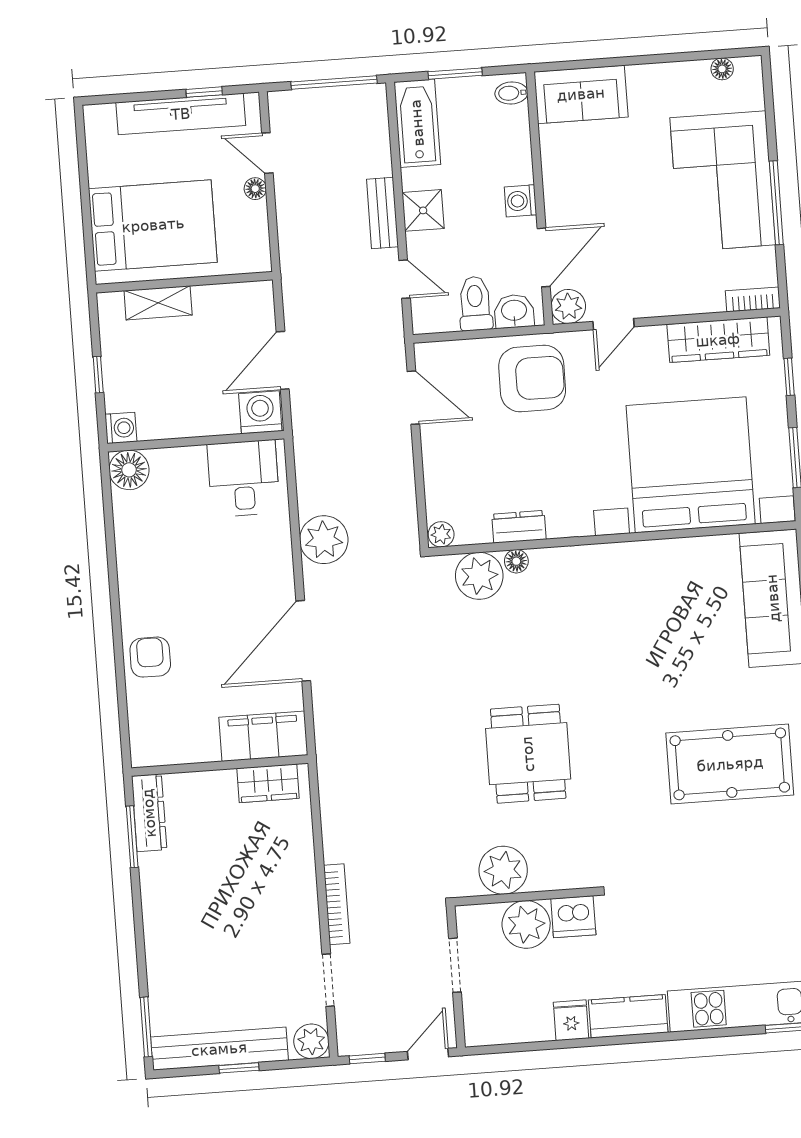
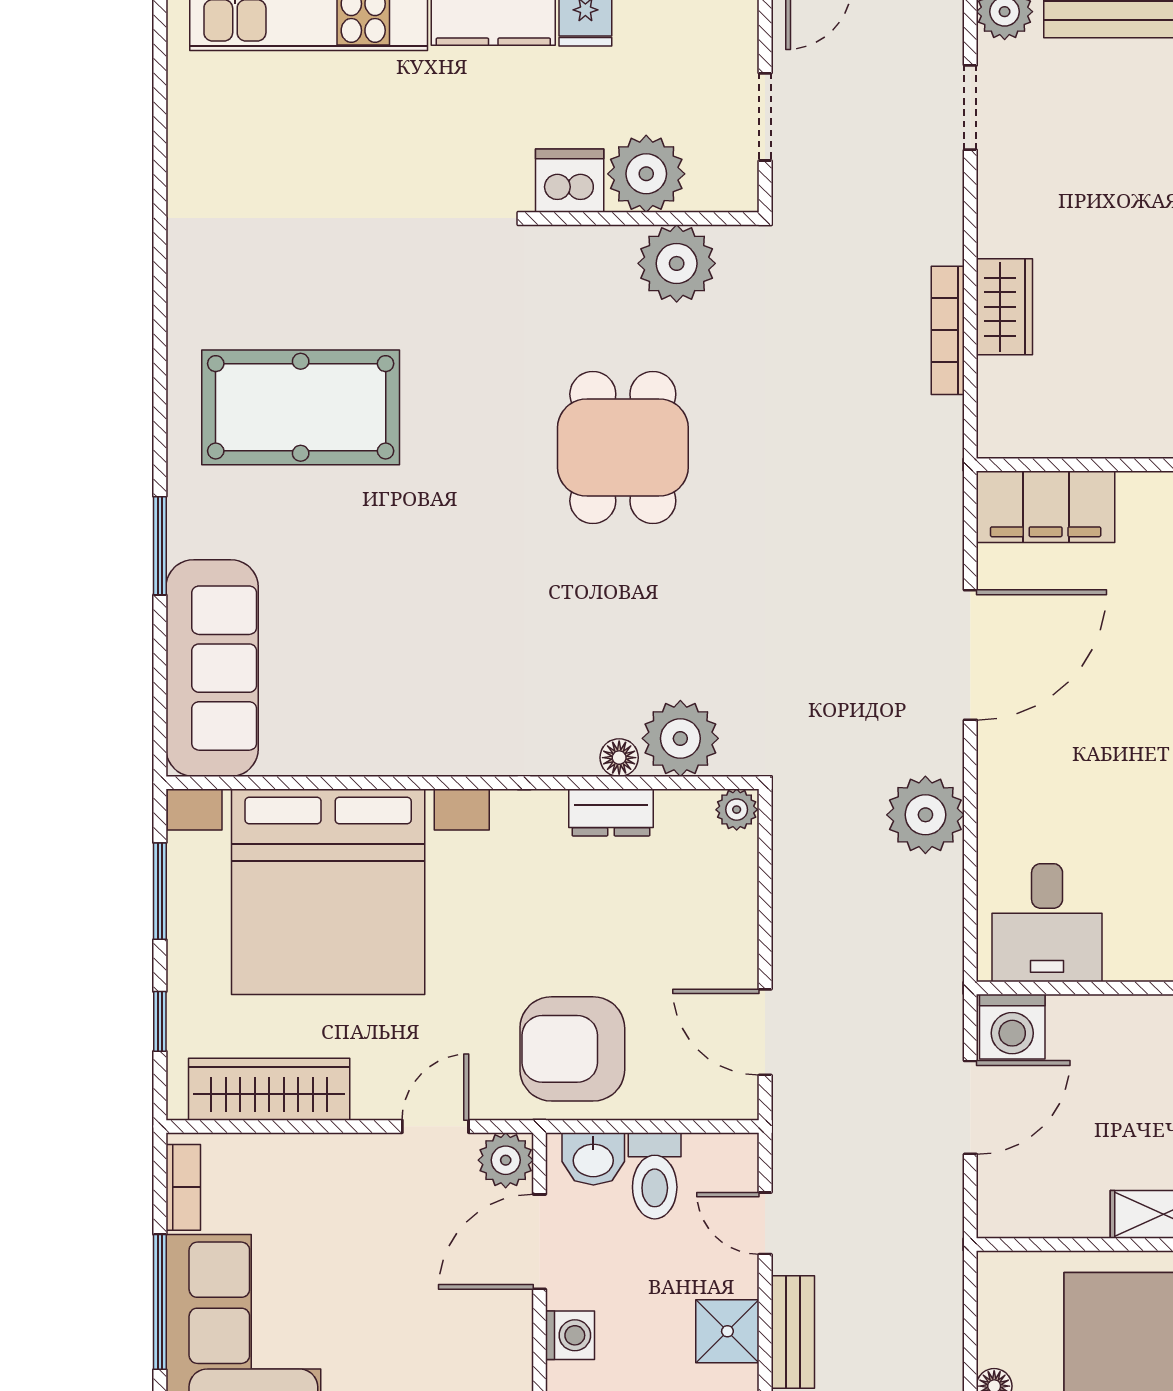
bookcase: (753, 299) -> (183, 1187), moved, turned -90
wardrobe: (268, 783) -> (1004, 307), moved, turned 90
bookcase: (337, 904) -> (948, 330), moved

